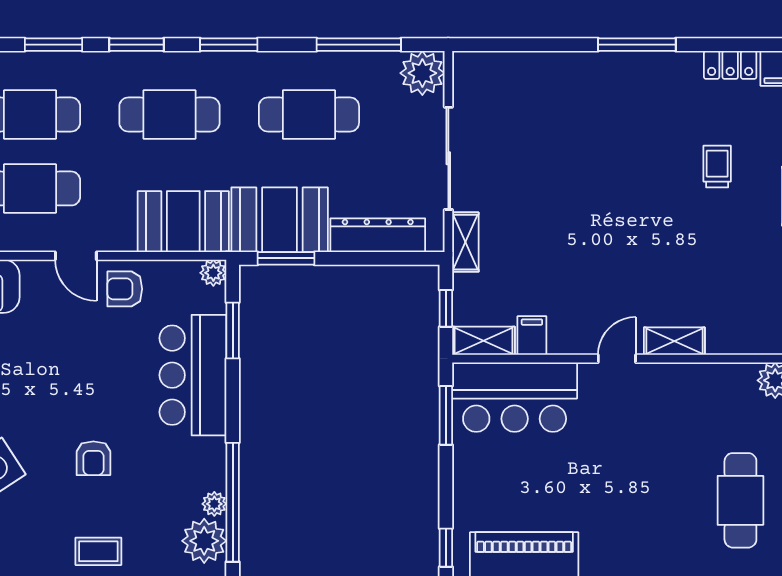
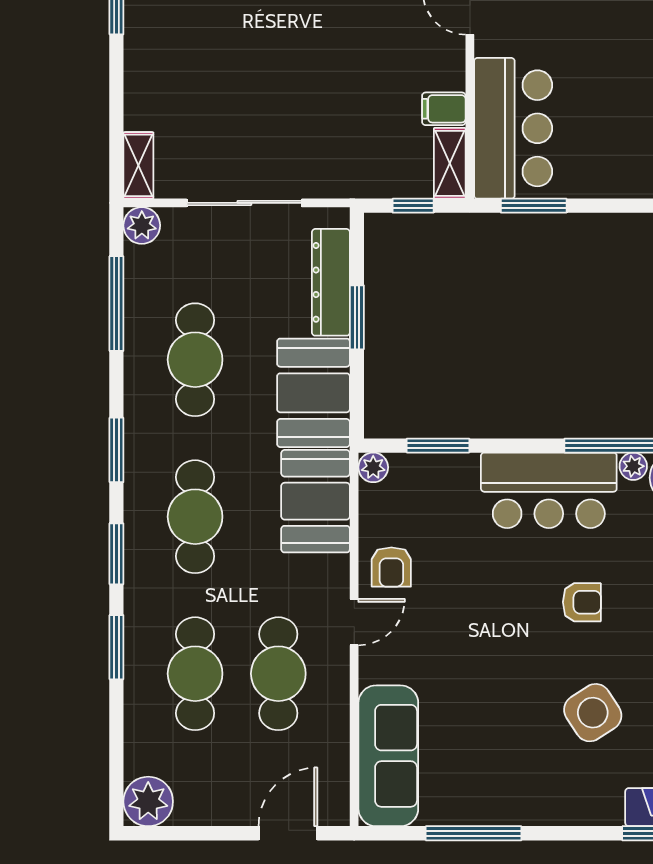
plant: (422, 73) -> (142, 225), width x0.73, depth x0.73
shelving: (465, 242) -> (138, 165), moved, turned 90
window: (286, 258) -> (357, 317), moved
bar counter: (193, 375) -> (549, 490), moved

